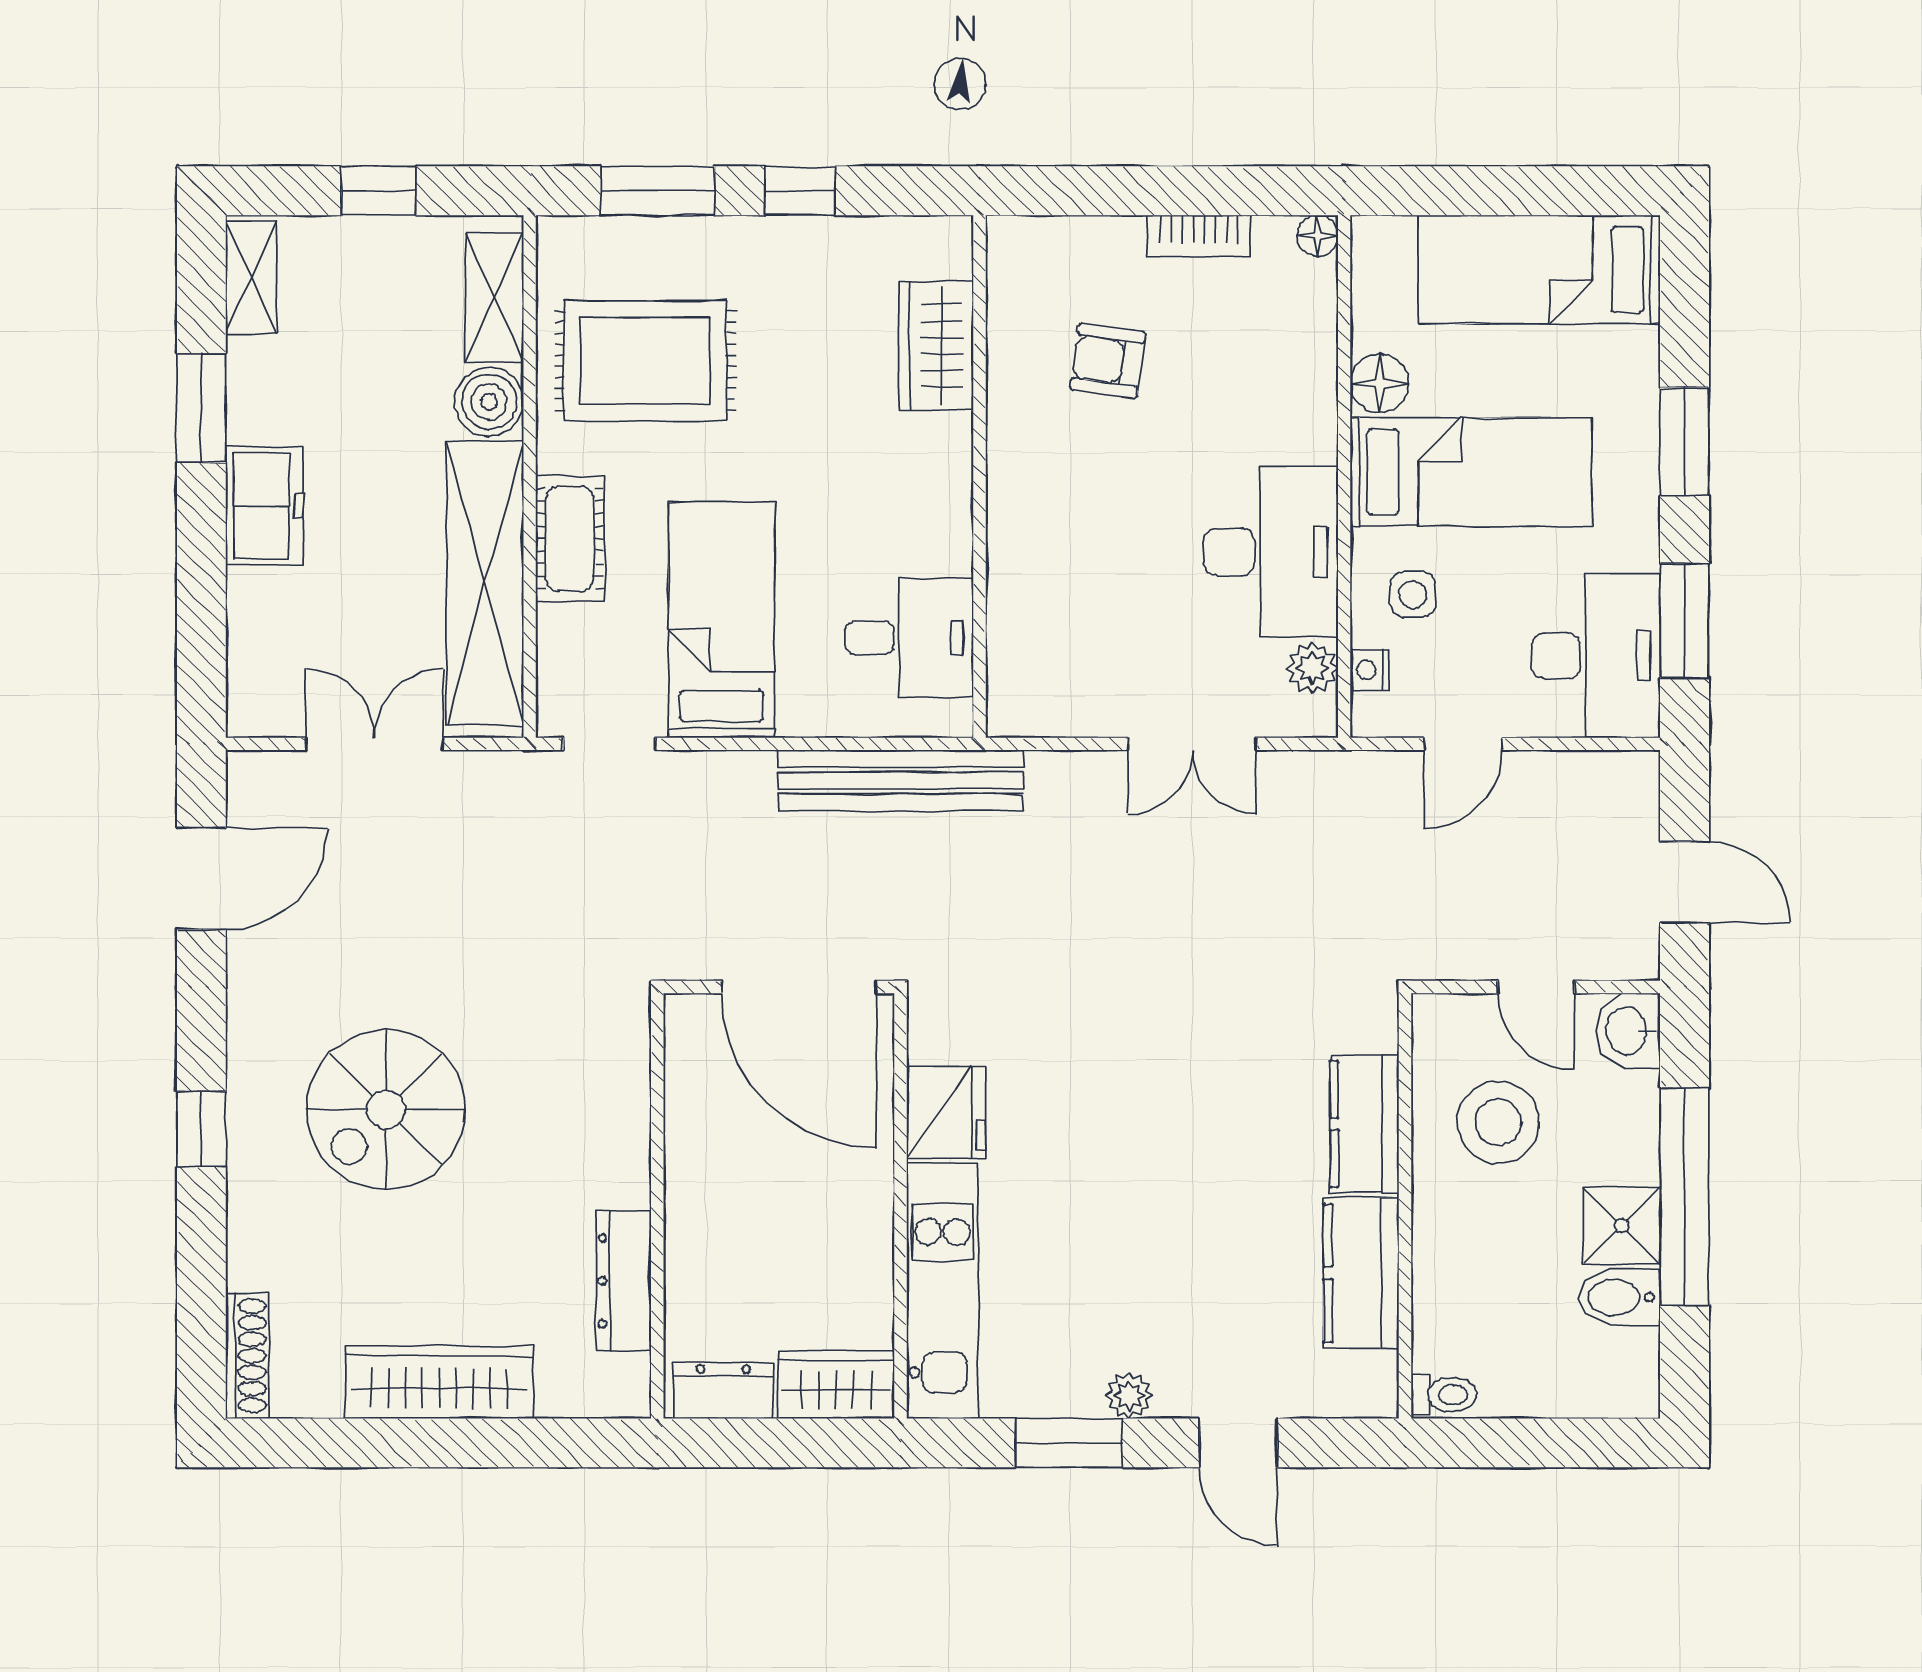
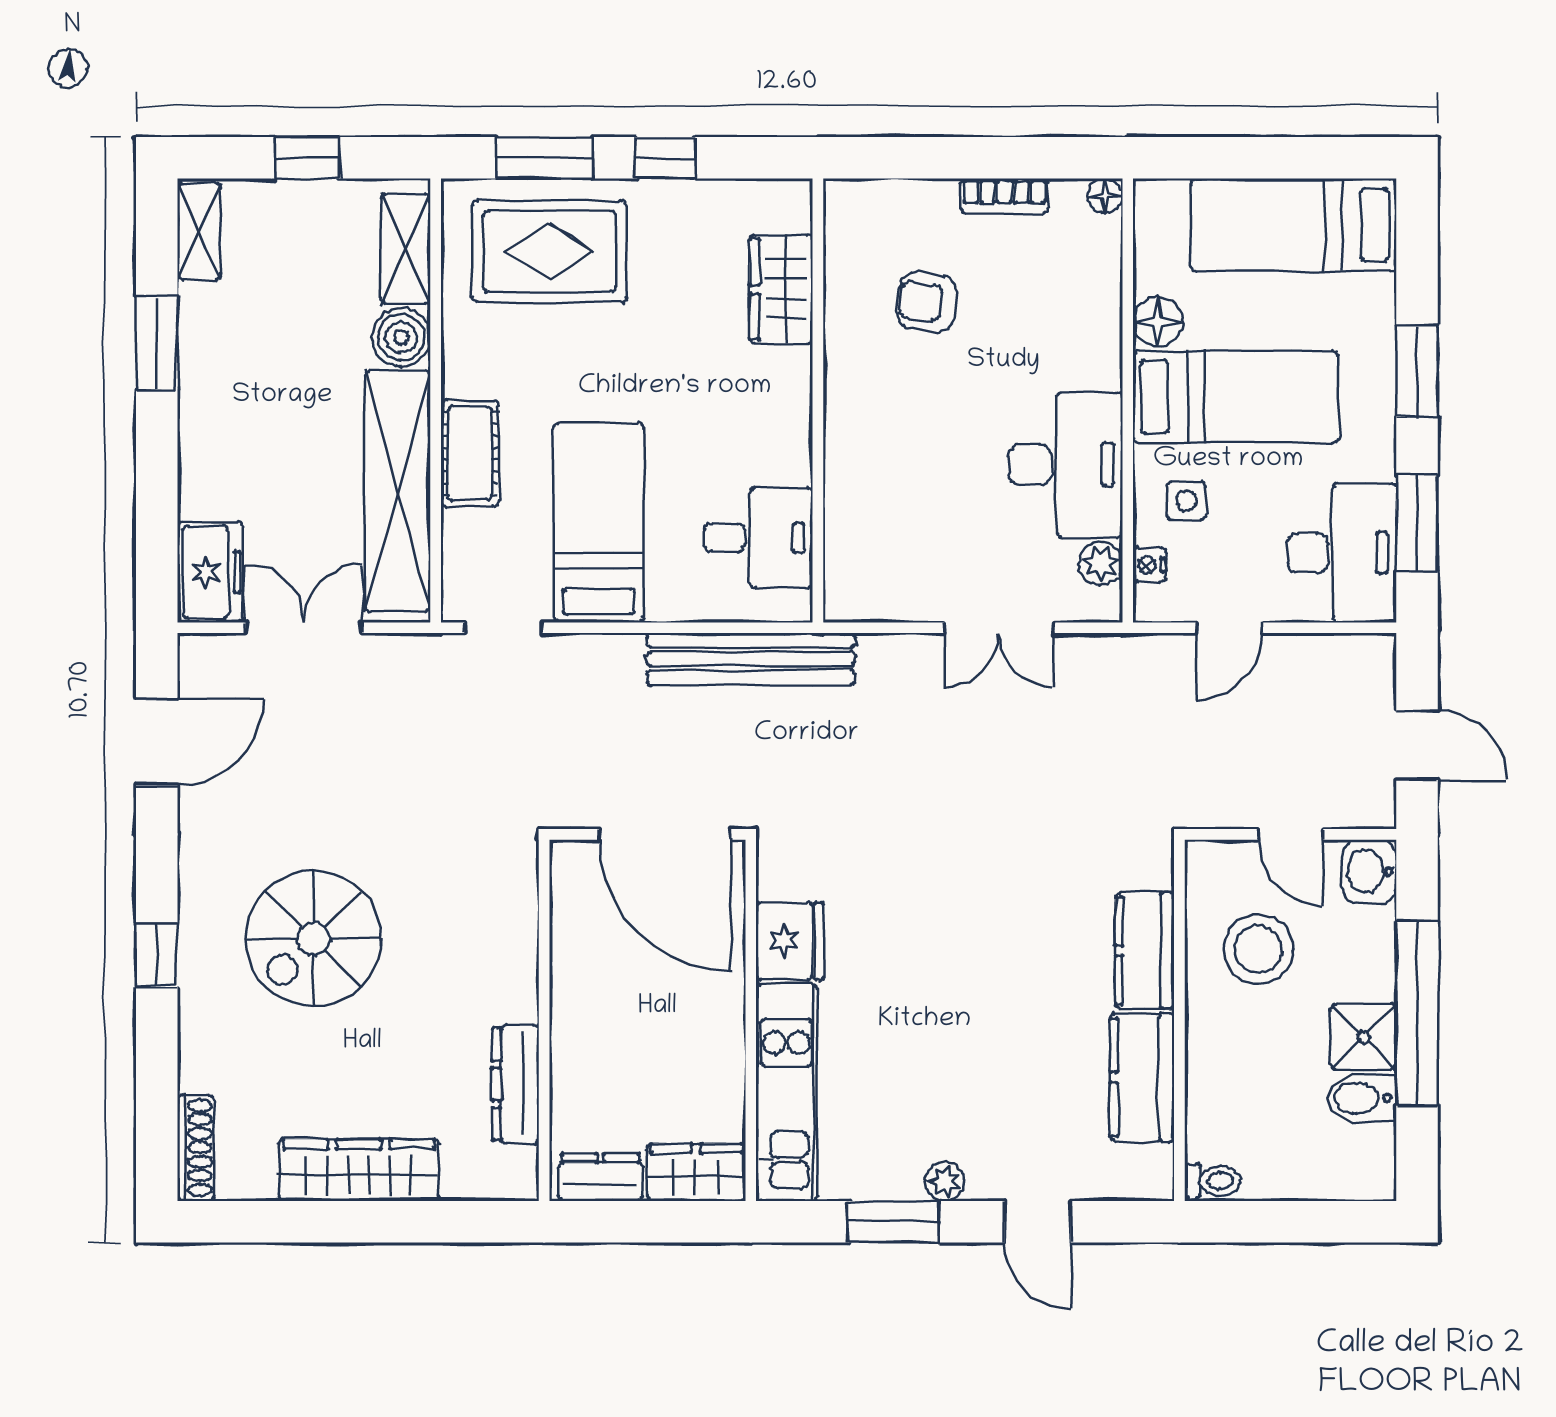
rug: (645, 361) -> (550, 251), moved
freezer: (264, 506) -> (210, 572), moved

